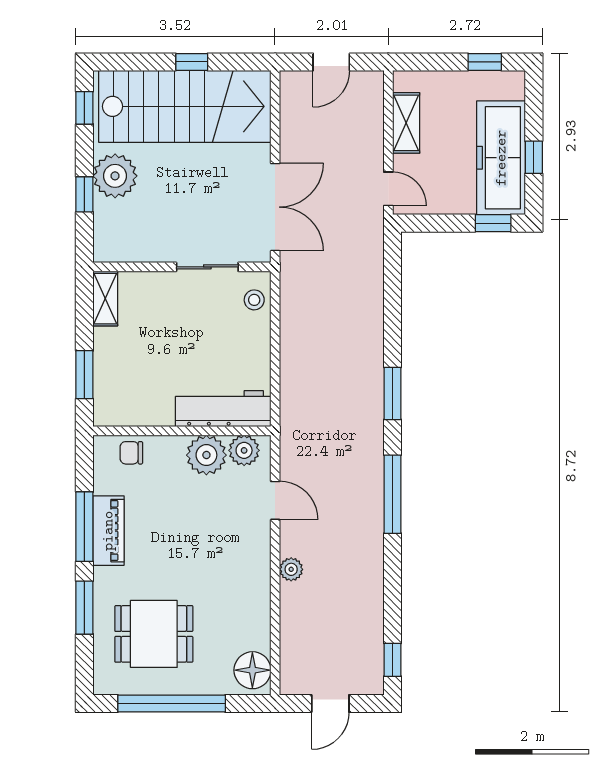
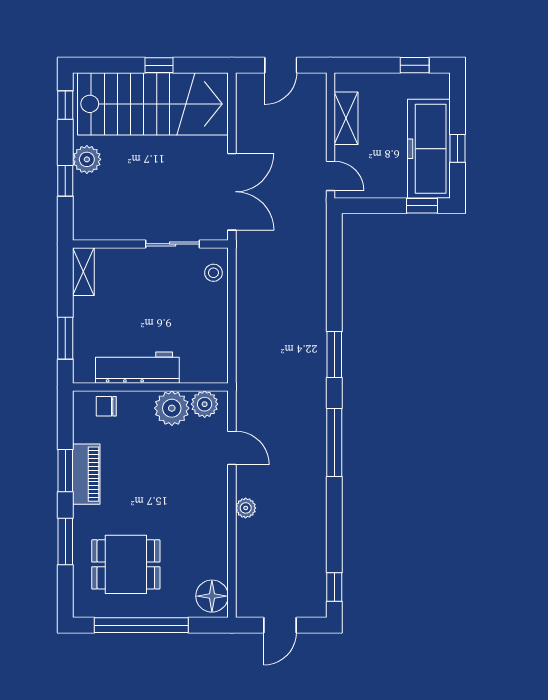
plant: (115, 176) -> (87, 159), width x0.73, depth x0.73
workbench: (223, 409) -> (137, 368), moved
window: (84, 527) -> (65, 471), width x0.69

